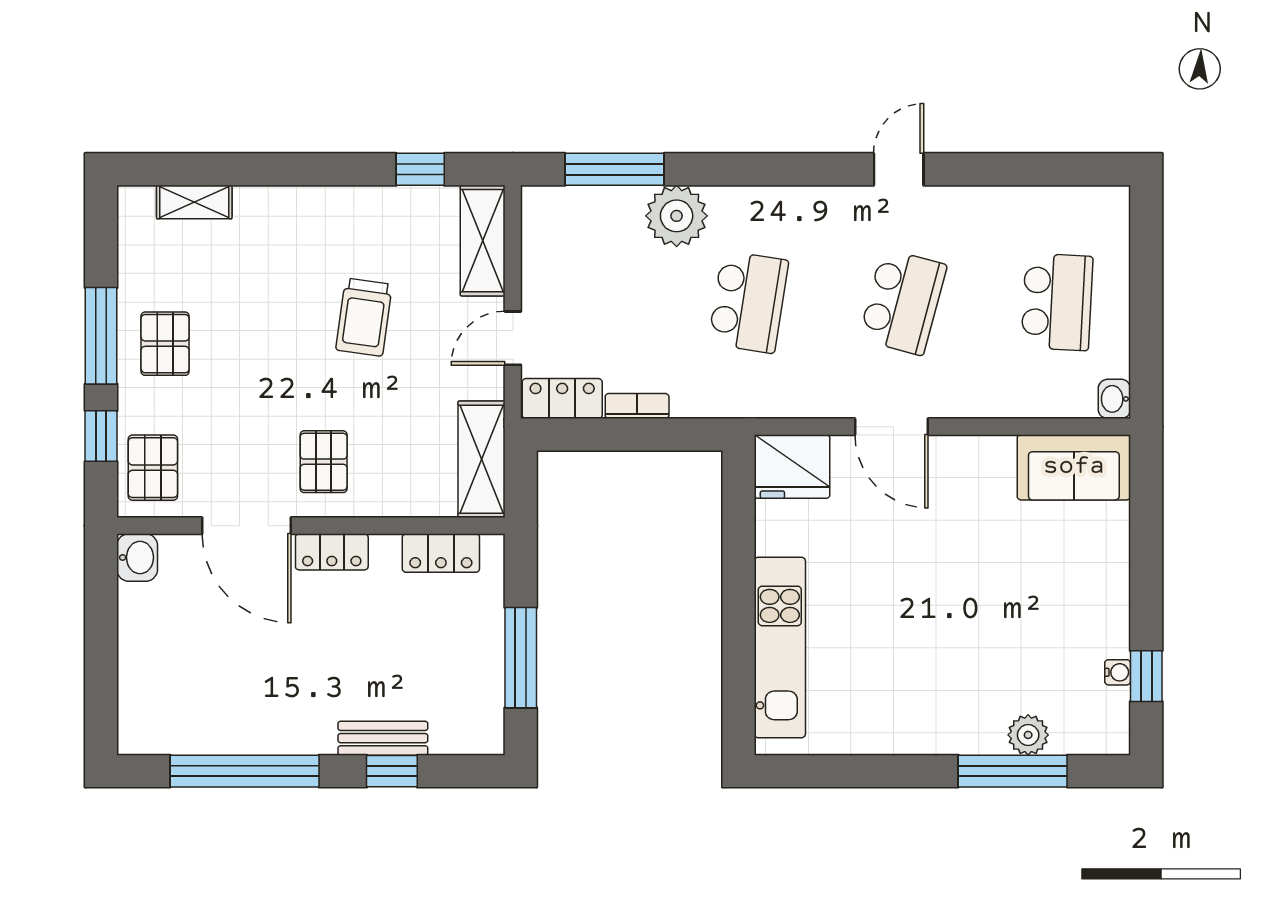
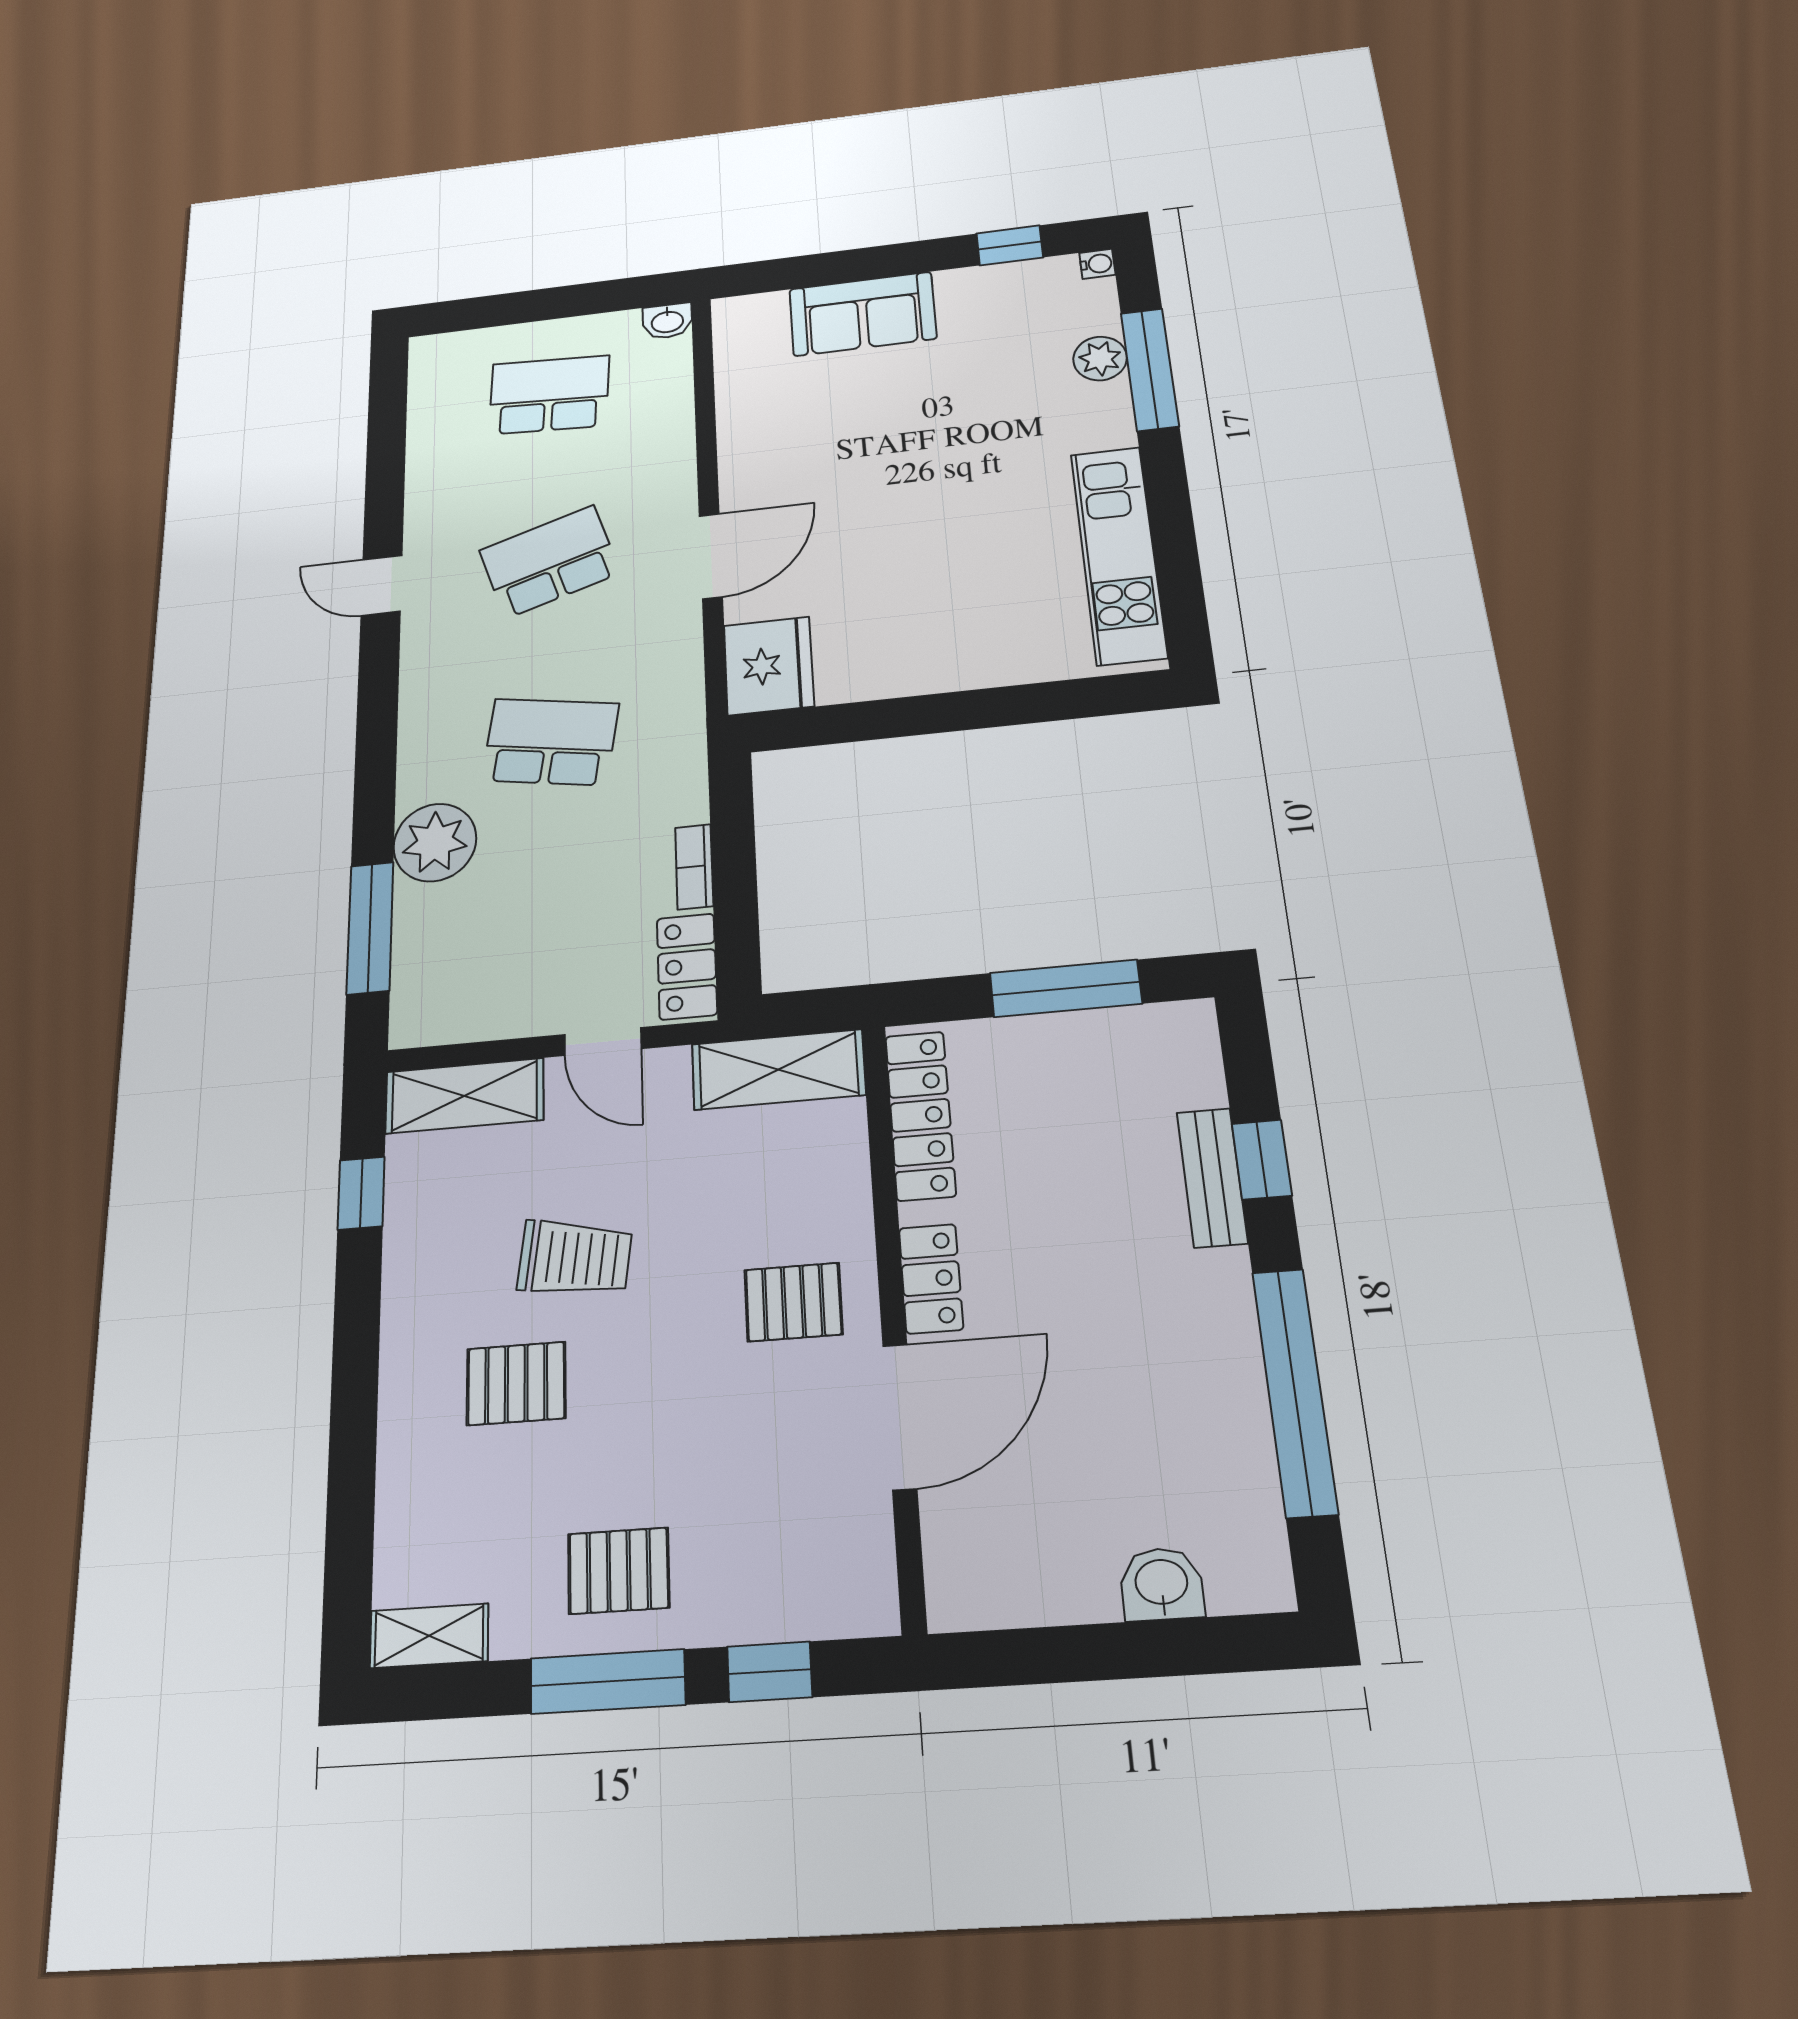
shelving: (194, 202) -> (429, 1636), moved, turned 90
school desk: (903, 302) -> (550, 562), turned -33
sofa: (1074, 467) -> (863, 314), moved, turned 90
pallet: (153, 468) -> (516, 1383), moved
locker: (441, 553) -> (920, 1115), width x1.53
washbasin: (137, 557) -> (1162, 1584), moved
kitchen unit: (780, 648) -> (1118, 554), moved, turned -90
water cooler: (1118, 672) -> (1097, 264), moved, turned 90

